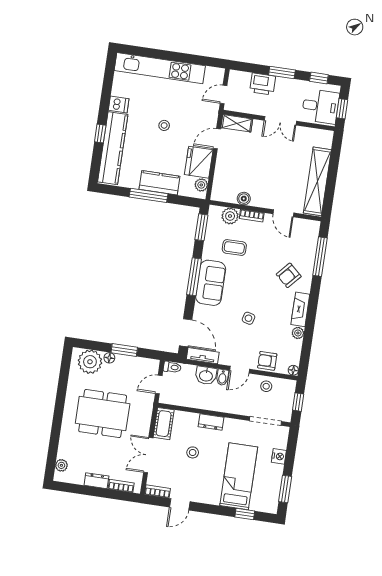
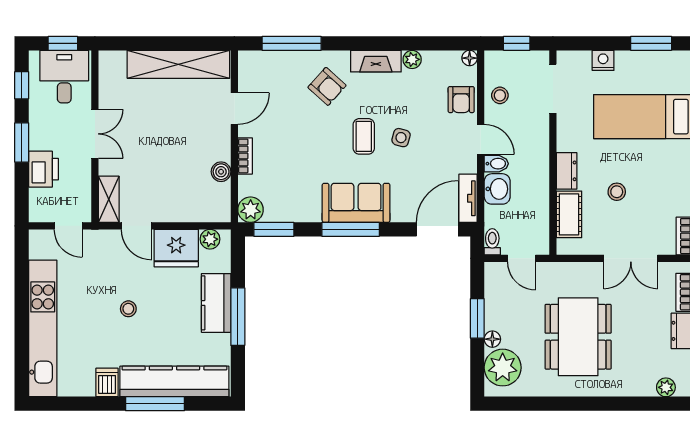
window: (100, 133) -> (155, 404), width x2.17
plant: (230, 216) -> (251, 210), moved
coffee table: (234, 248) -> (364, 136), moved
cot: (164, 424) -> (569, 214), moved, turned 90

